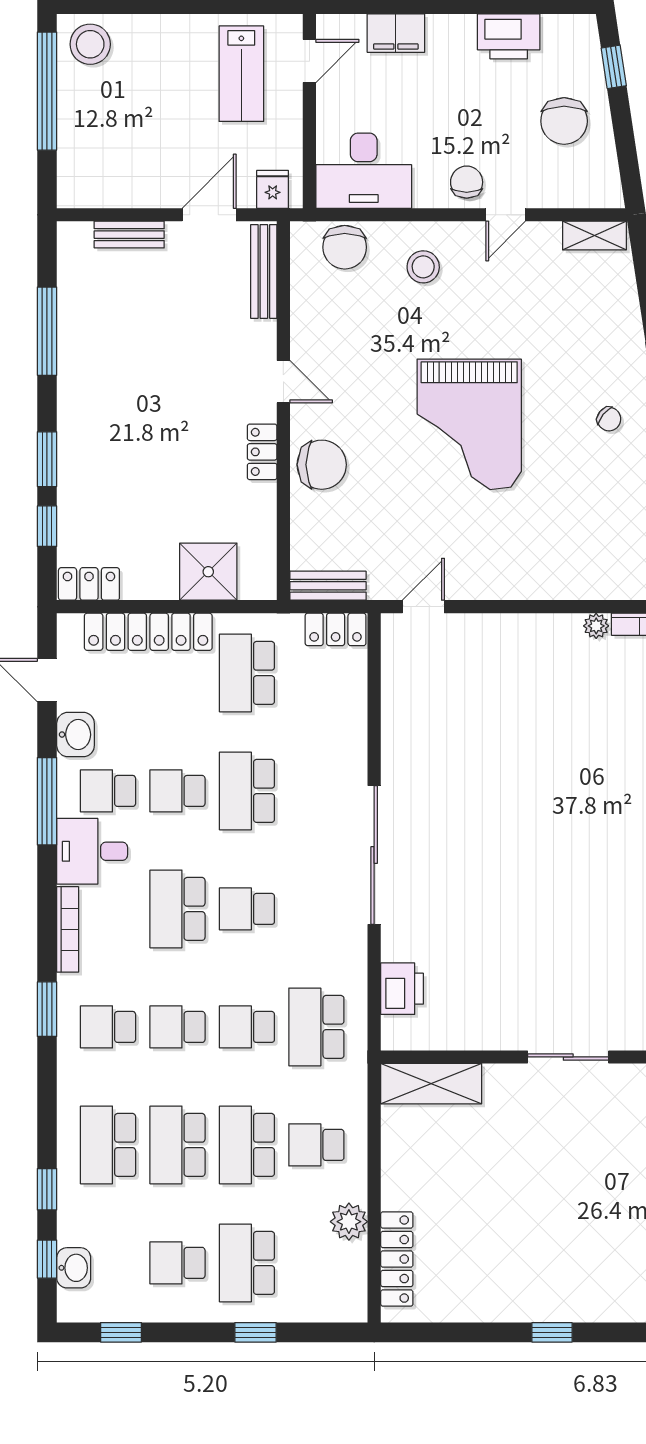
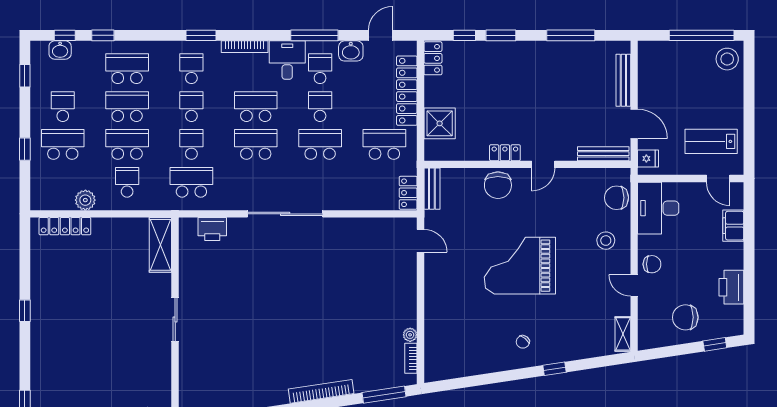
bench: (129, 235) -> (623, 80), width x1.36
school desk: (247, 909) -> (256, 144), width x1.85

